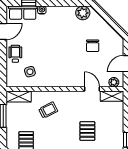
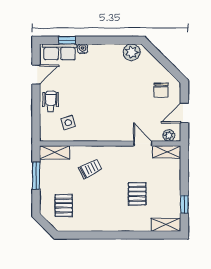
chair: (93, 46) -> (161, 90), moved

